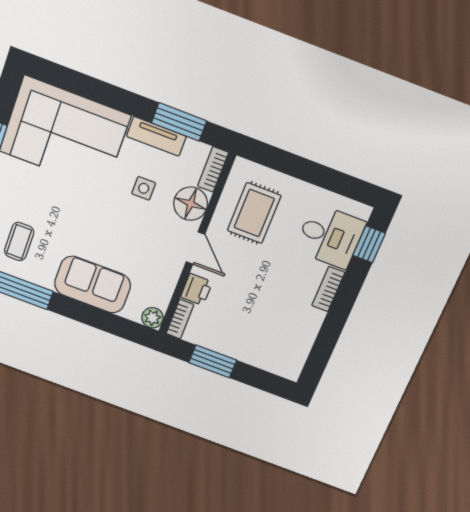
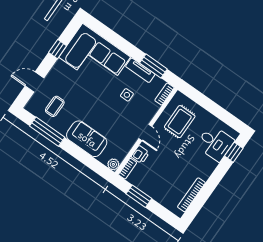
floor lamp: (191, 204) -> (149, 109), removed
bookcase: (328, 289) -> (191, 195), moved, width x1.56

